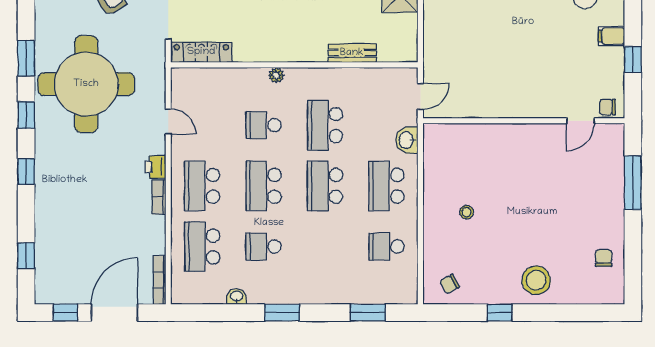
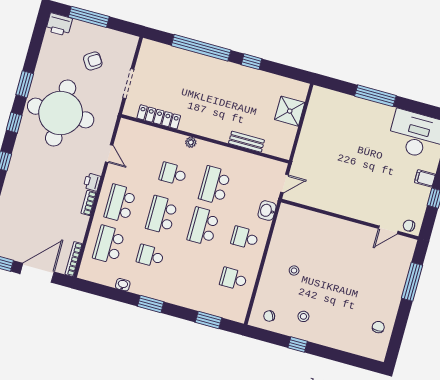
locker: (201, 52) -> (159, 117), moved
school desk: (386, 186) -> (245, 238), width x0.54
stool: (536, 280) -> (303, 316), moved, width x0.53, depth x0.53

